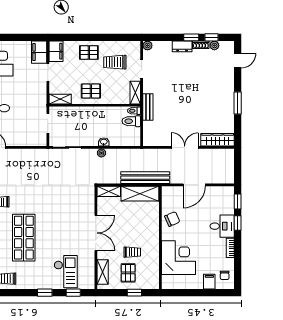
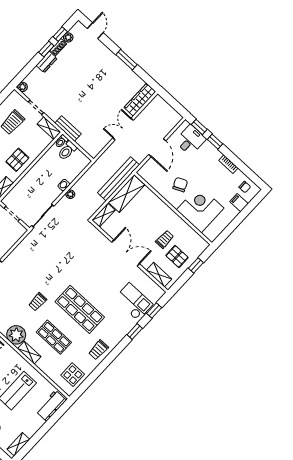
chair: (172, 219) -> (180, 185), moved
desk: (222, 226) -> (190, 140), moved

